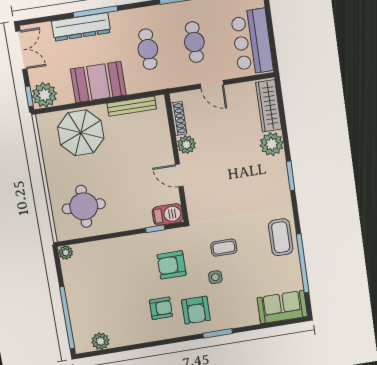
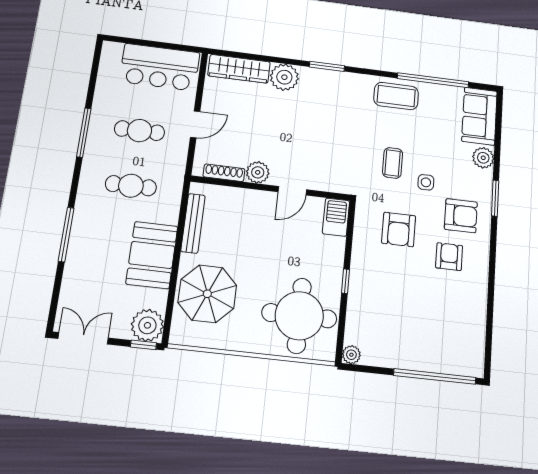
dresser: (81, 27) -> (79, 257), removed
round table: (84, 206) -> (299, 316), width x1.36, depth x1.36
window: (155, 229) -> (346, 281), moved
plant: (100, 341) -> (483, 158), moved

